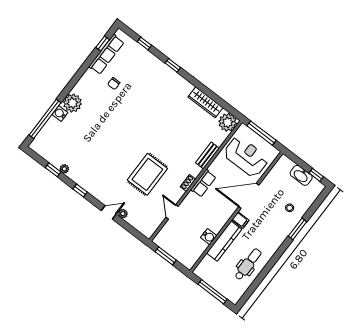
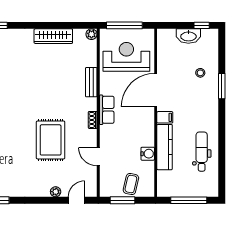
plant: (228, 122) -> (91, 34), width x0.53, depth x0.53
door: (109, 212) -> (77, 200), moved
coffee table: (180, 249) -> (131, 184), added

